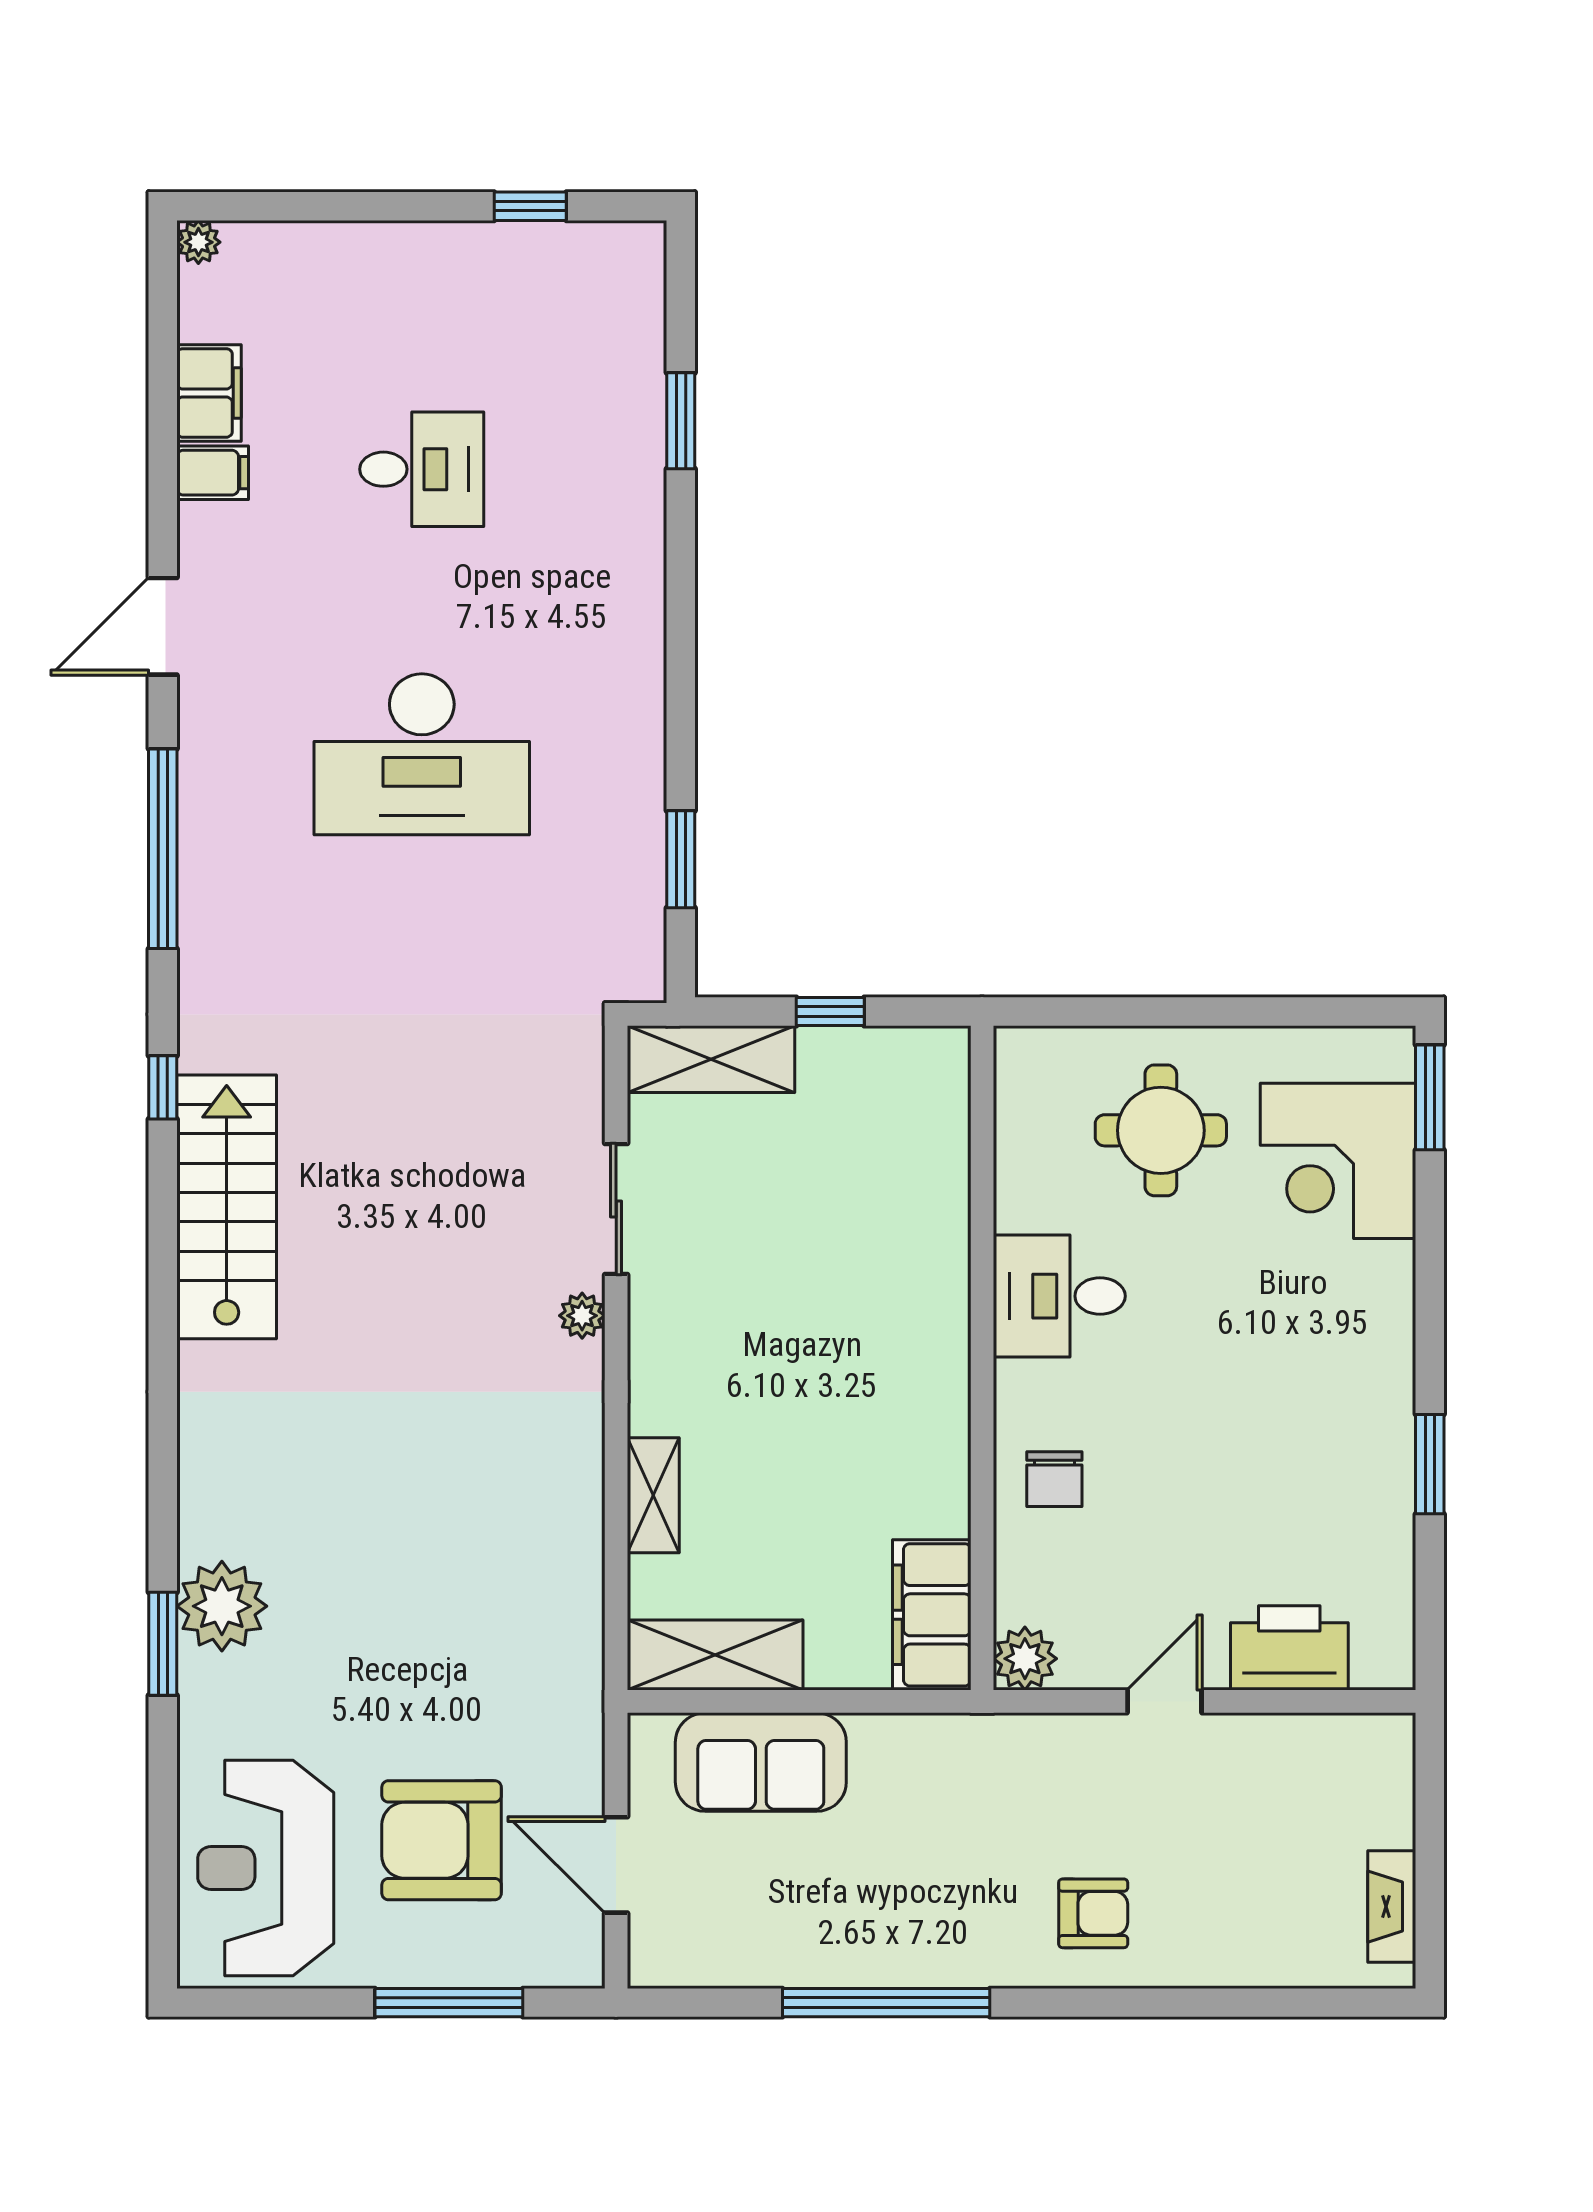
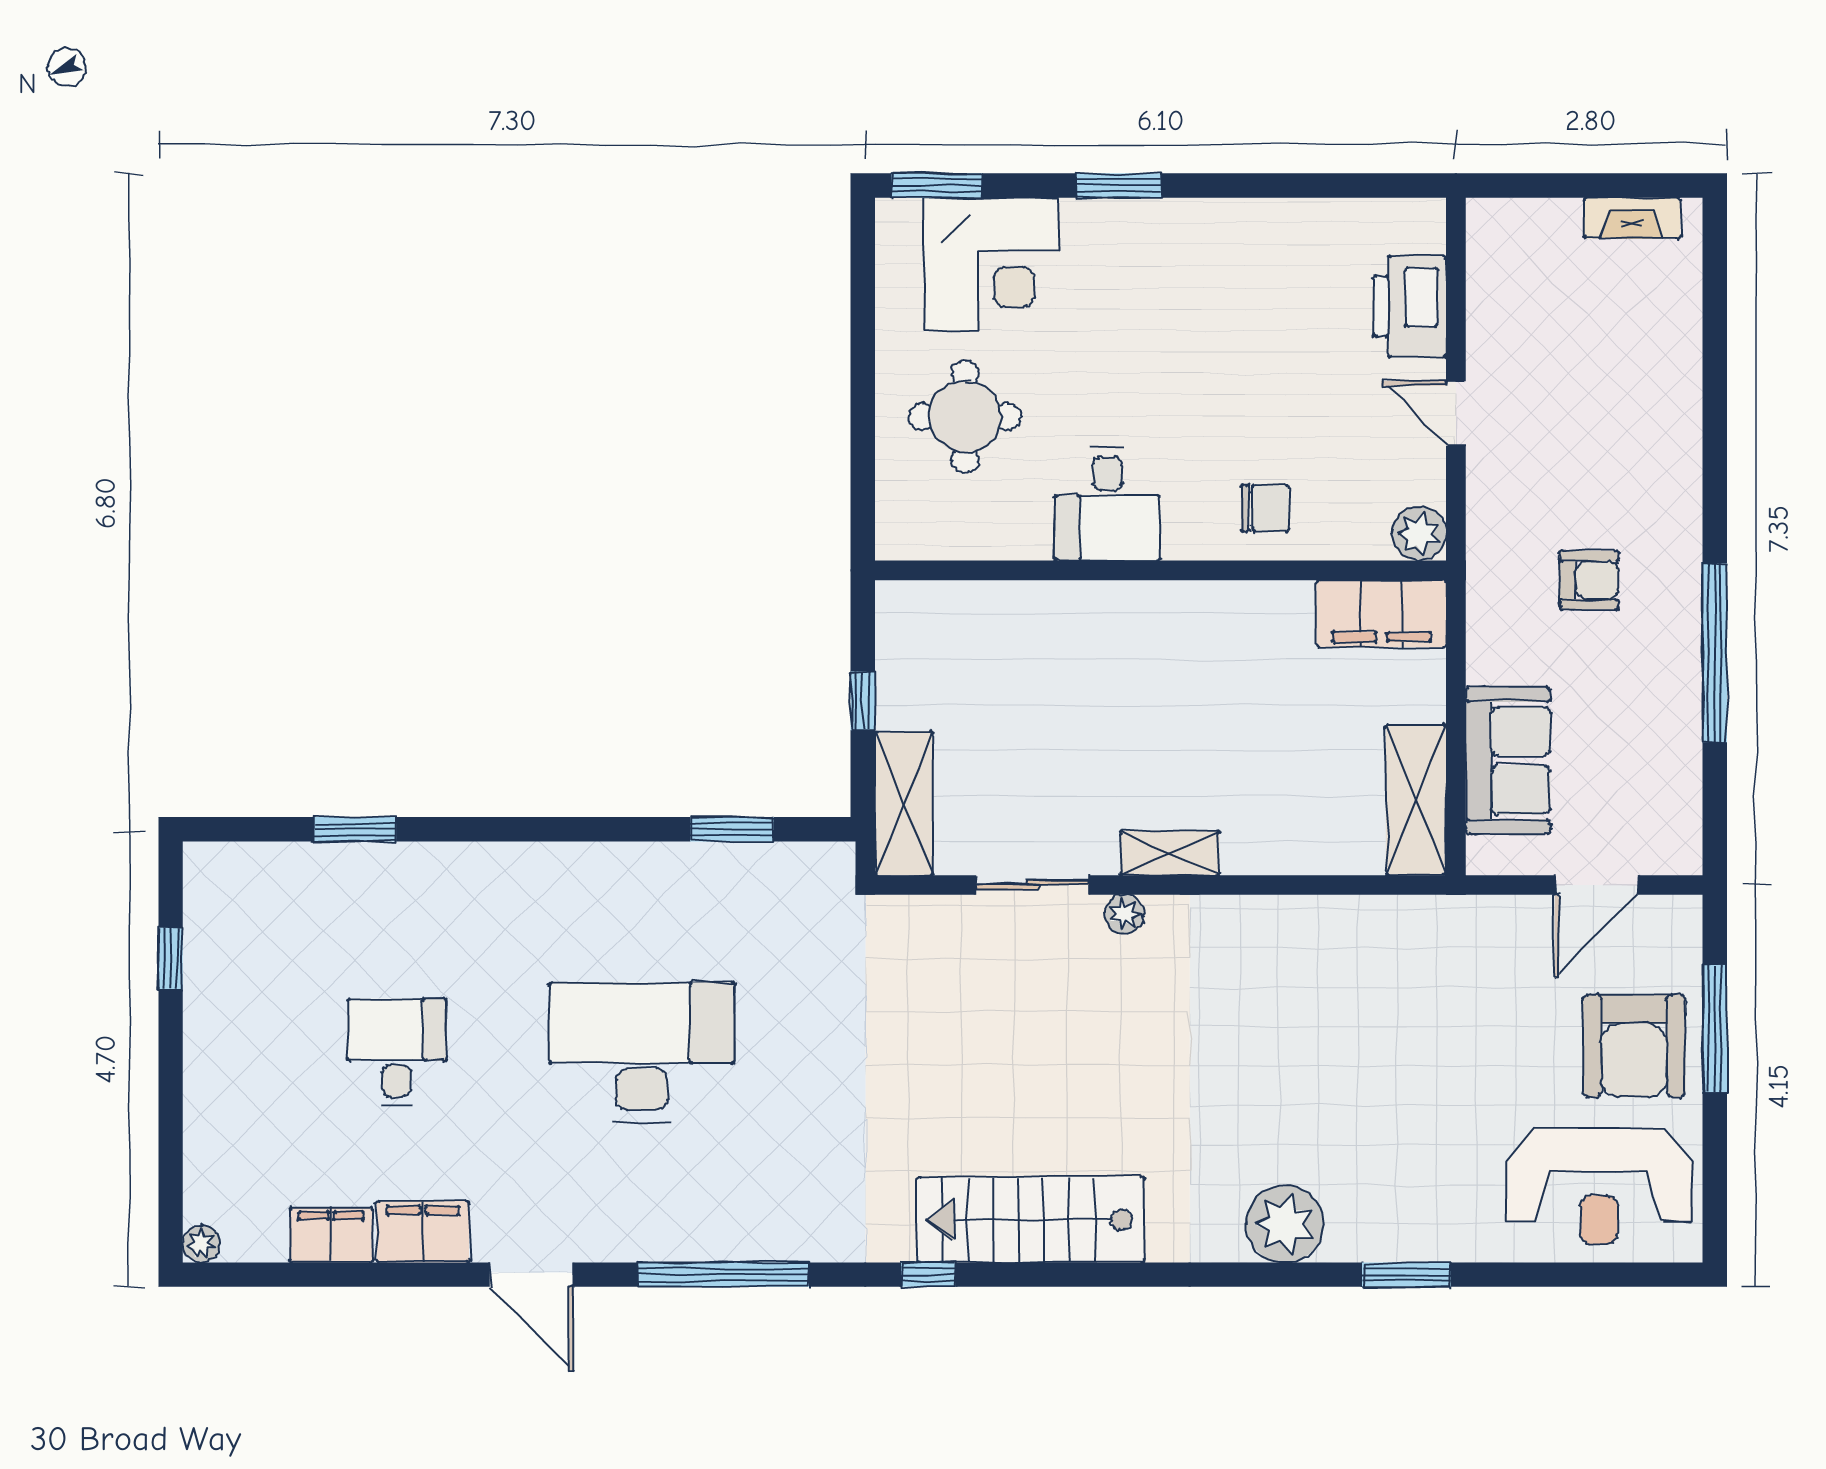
filing cabinet: (213, 473) -> (423, 1232), width x2.00
desk: (422, 754) -> (642, 1052), turned -90
window: (1430, 1464) -> (1119, 185), moved
shelving: (653, 1495) -> (1170, 853), moved
plant: (222, 1606) -> (1285, 1224), moved
armchair: (442, 1840) -> (1634, 1046), moved
armchair: (1093, 1913) -> (1589, 580), moved, turned 90

